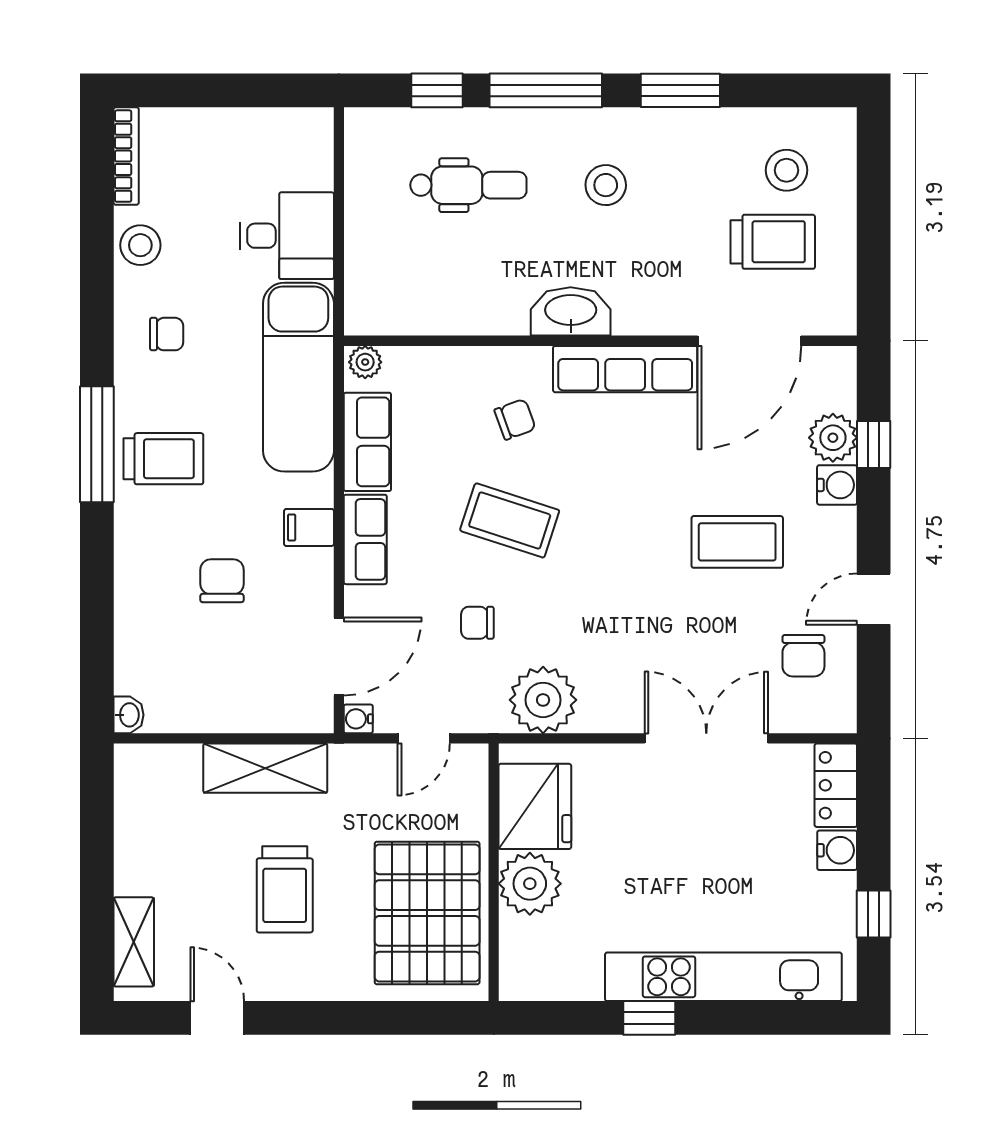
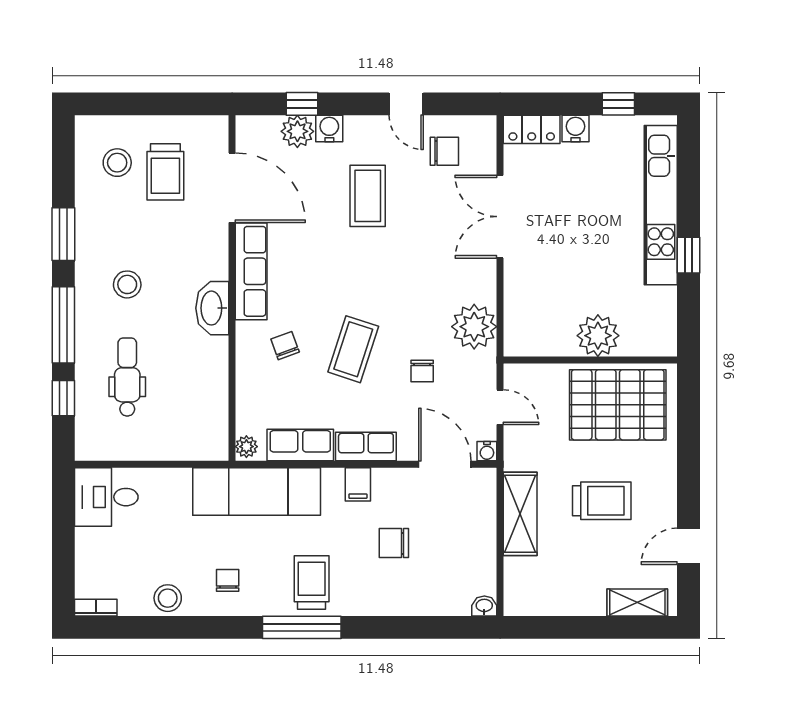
bookcase: (126, 156) -> (96, 608), width x0.64
desk: (287, 236) -> (106, 497), moved, turned -90
trolley: (773, 242) -> (165, 172), turned 180
fridge: (535, 806) -> (546, 332), removed

